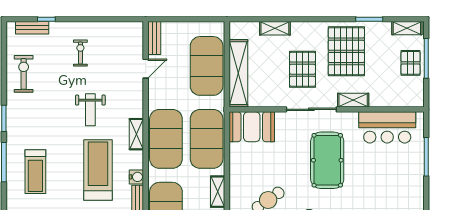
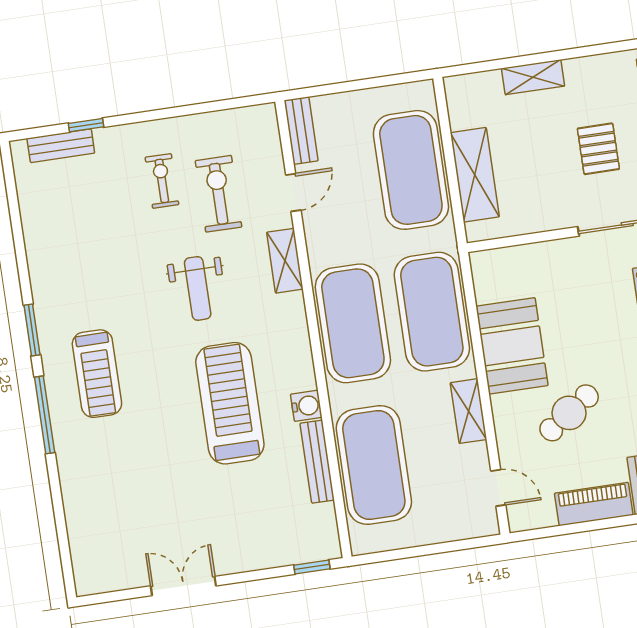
pallet: (303, 69) -> (598, 149), width x0.67, depth x0.71
shelving: (238, 73) -> (475, 175), width x0.68
exercise bike: (24, 74) -> (219, 194), moved
booth: (252, 127) -> (512, 346), moved, turned 90
shelving: (136, 134) -> (285, 261), moved
treadmill: (35, 172) -> (97, 374), moved

